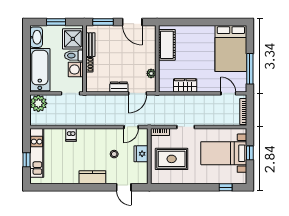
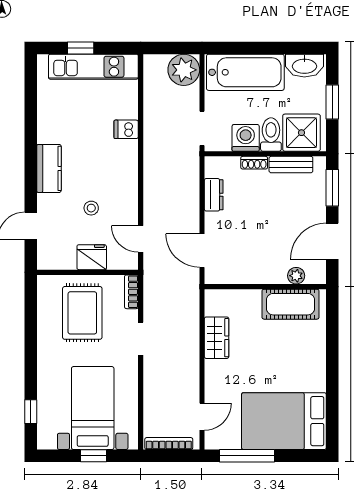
plant: (151, 73) -> (296, 276), moved
dresser: (119, 87) -> (214, 195), moved

